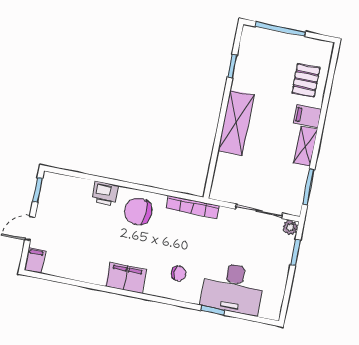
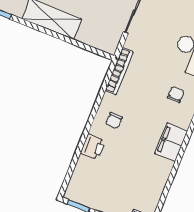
chair: (138, 211) -> (114, 120), width x0.54, depth x0.54

